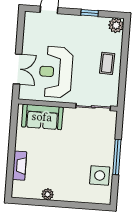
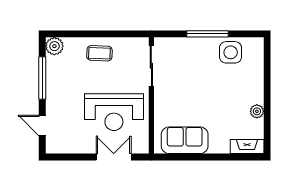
window: (90, 13) -> (42, 78), width x2.17
sofa: (42, 117) -> (185, 140), moved, turned -90
fireplace: (19, 166) -> (247, 147), moved

